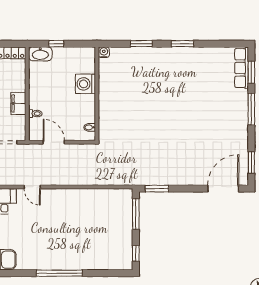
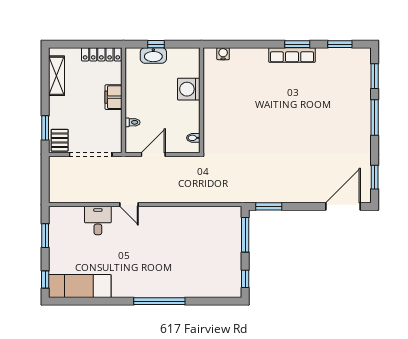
window: (141, 44) -> (340, 44), moved
water cooler: (104, 52) -> (223, 54), moved
washbasin: (40, 54) -> (153, 55), moved
row of seats: (242, 68) -> (292, 55), moved, turned -90
filing cabinet: (18, 103) -> (113, 97), moved
door: (54, 142) -> (153, 154), hinge flipped

